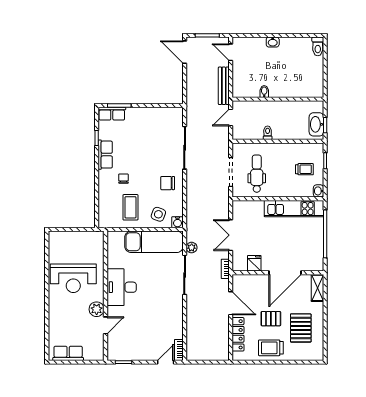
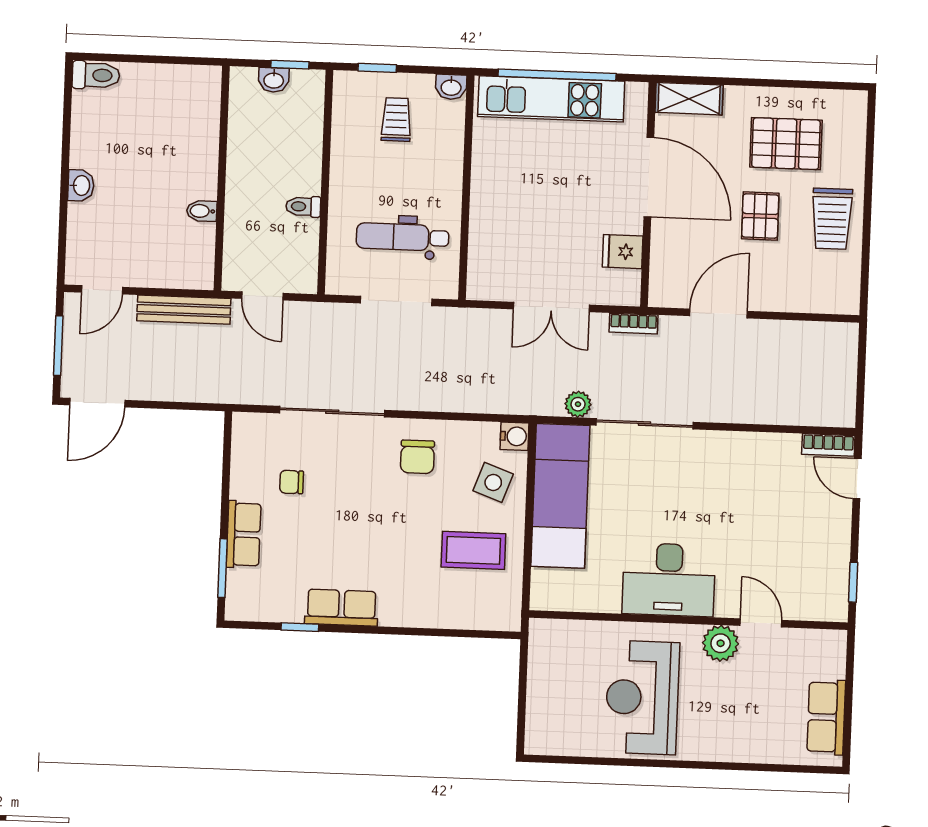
row of seats: (112, 114) -> (244, 534), moved
washbasin: (316, 124) -> (274, 80), width x0.52, depth x0.69
chair: (123, 179) -> (292, 482), moved
kitchen unit: (294, 209) -> (551, 99), moved, turned 90
reception desk: (73, 278) -> (642, 697), turned 180
locker: (238, 334) -> (796, 298), removed

